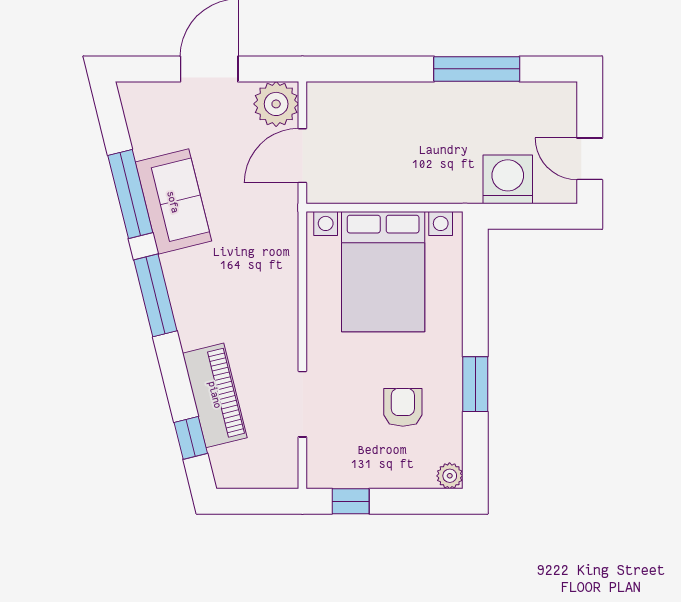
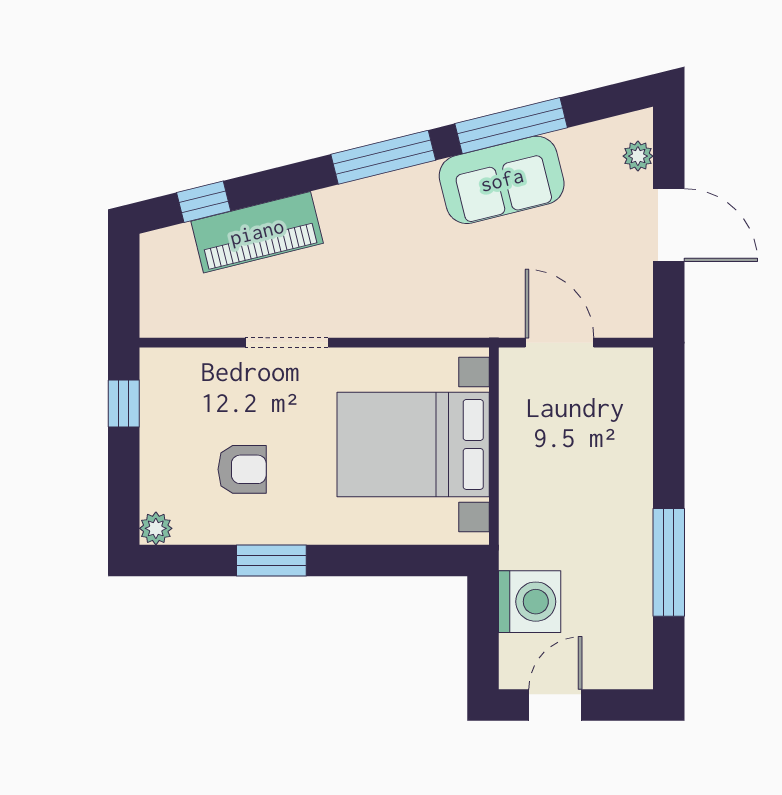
plant: (276, 104) -> (638, 156), moved, width x0.53, depth x0.53
doorway: (302, 404) -> (287, 343), moved

